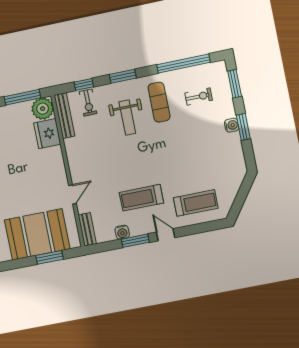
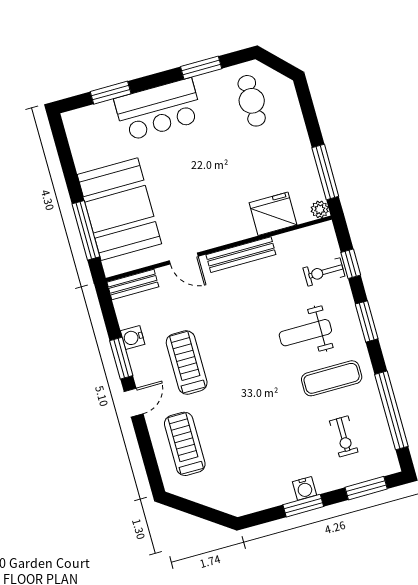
plant: (43, 109) -> (320, 209), width x0.53, depth x0.53
bench: (64, 116) -> (241, 255), moved
treadmill: (196, 203) -> (185, 444), turned 180
window: (49, 257) -> (86, 230), width x1.44

